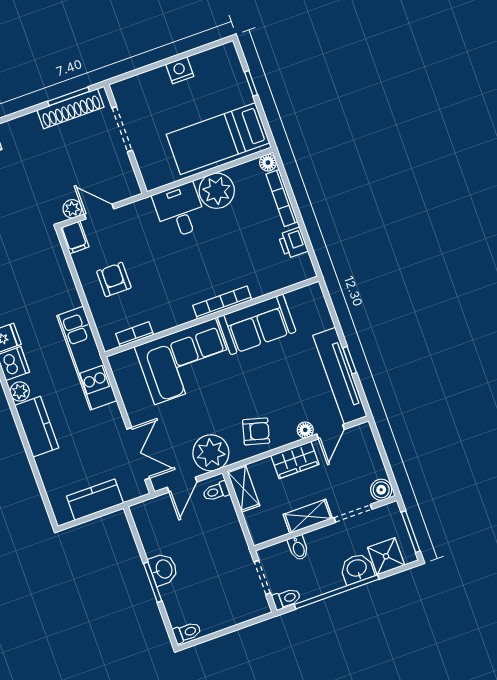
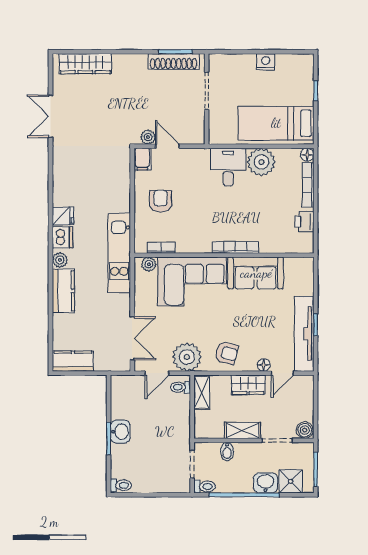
plant: (127, 359) -> (149, 264), added
kitchen counter: (95, 500) -> (73, 361), moved

